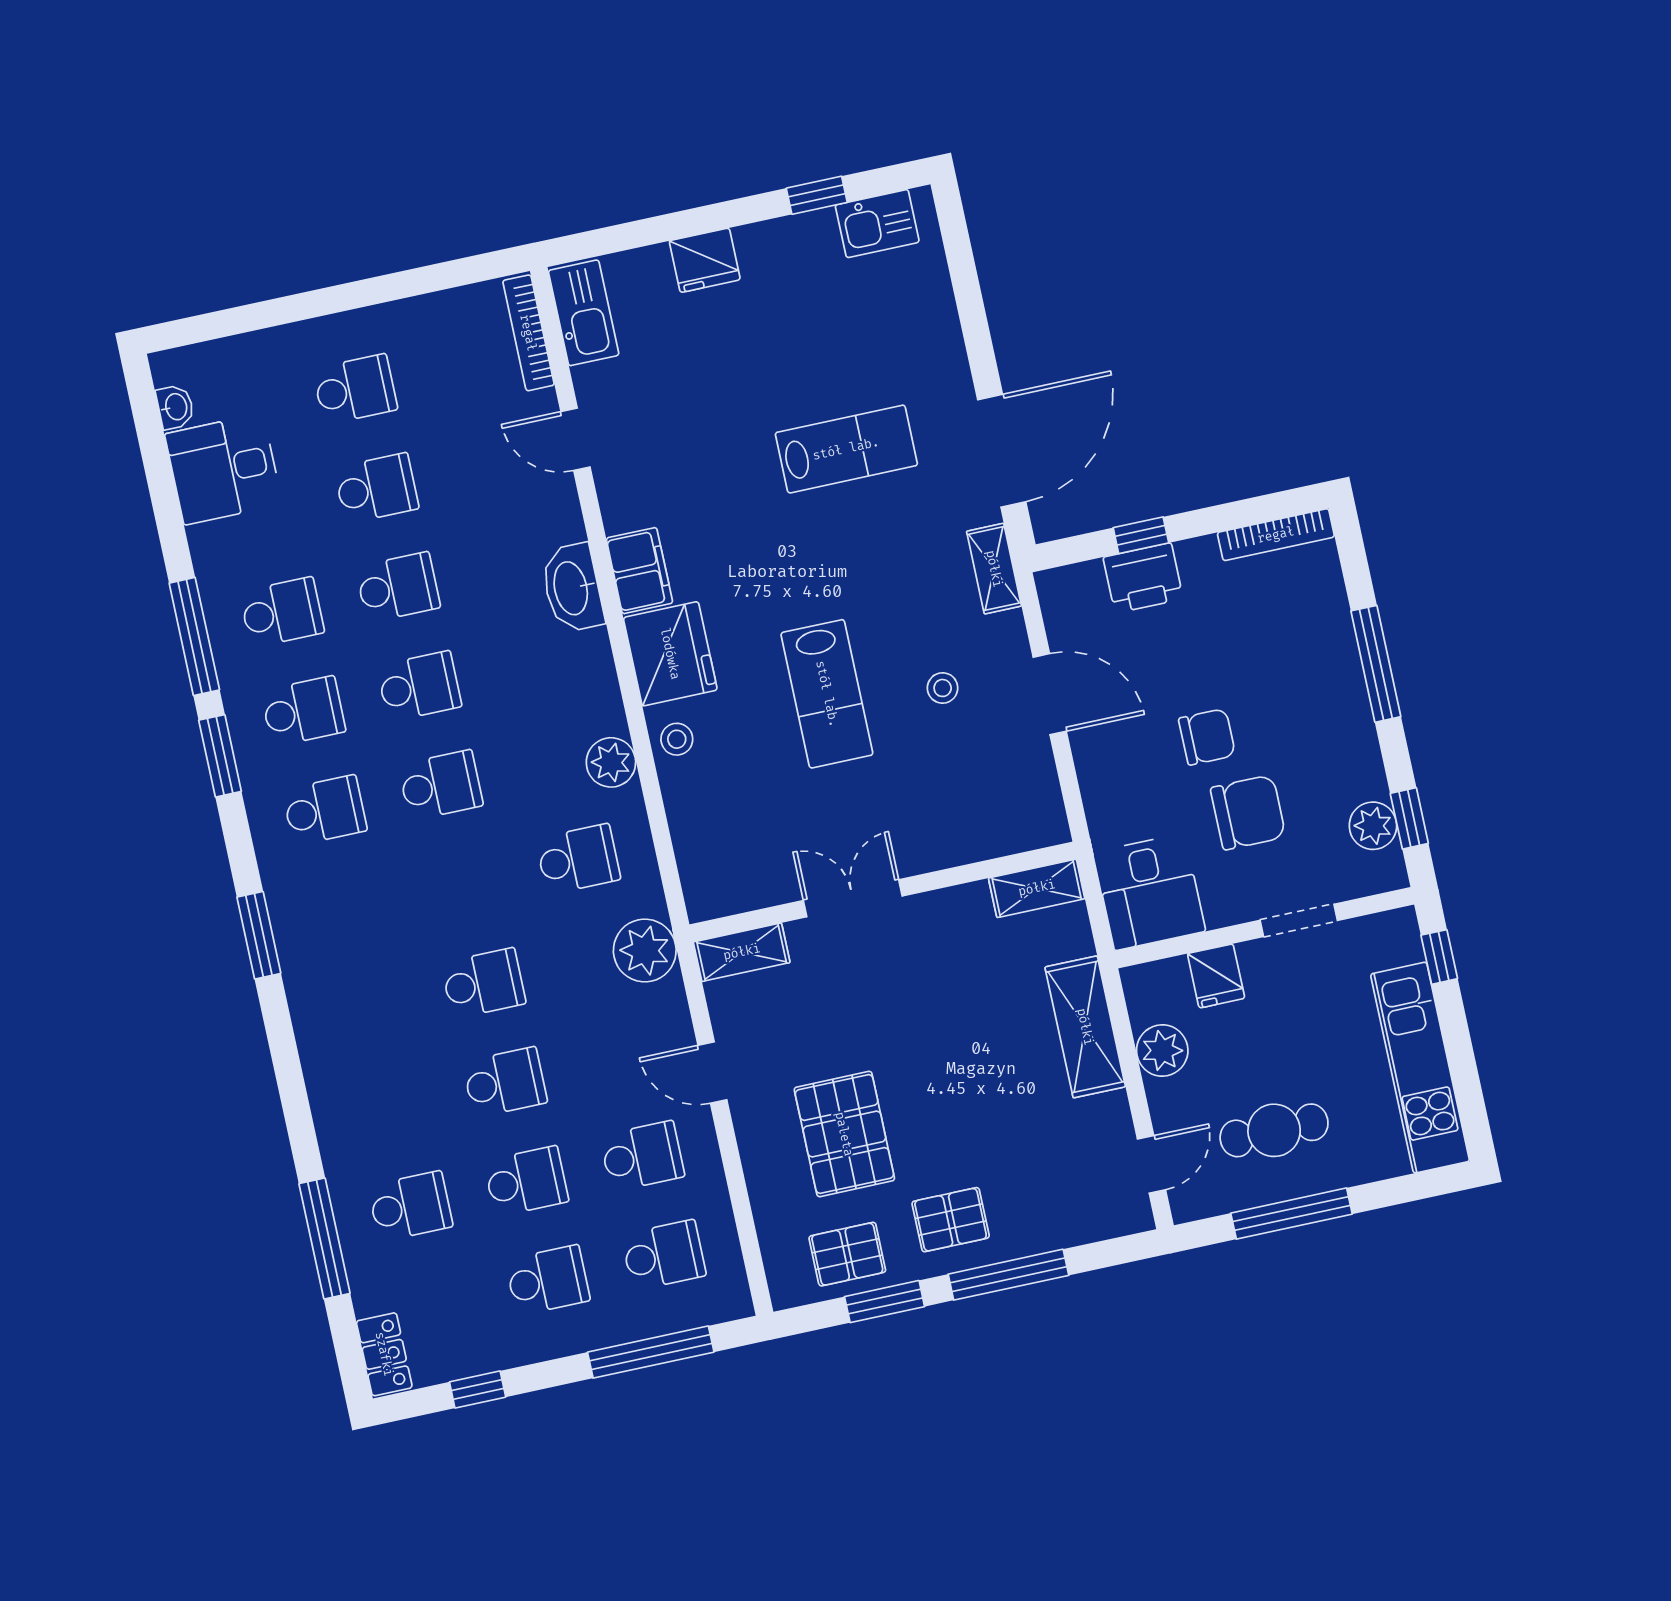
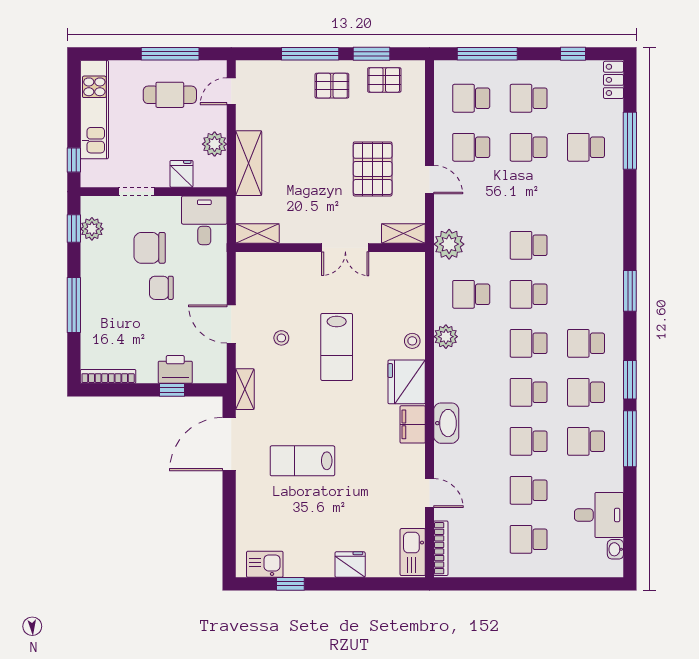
lab bench: (827, 694) -> (337, 347), turned 180
school desk: (505, 1082) -> (529, 294), moved
pallet: (844, 1134) -> (373, 169), moved

